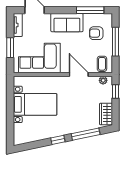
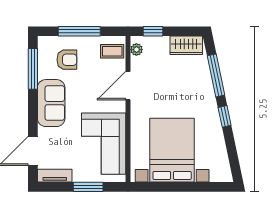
armchair: (96, 33) -> (67, 60), turned -90
bed with nightstands: (35, 104) -> (172, 150), width x1.36

